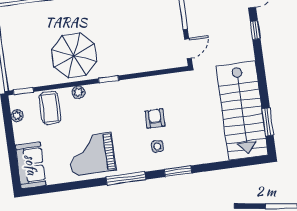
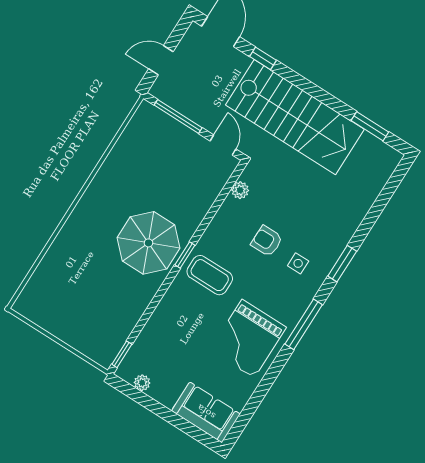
parasol: (74, 55) -> (148, 243), moved
plant: (78, 92) -> (240, 190), moved
coffee table: (50, 108) -> (210, 275), moved
stairs: (242, 110) -> (295, 117), moved

